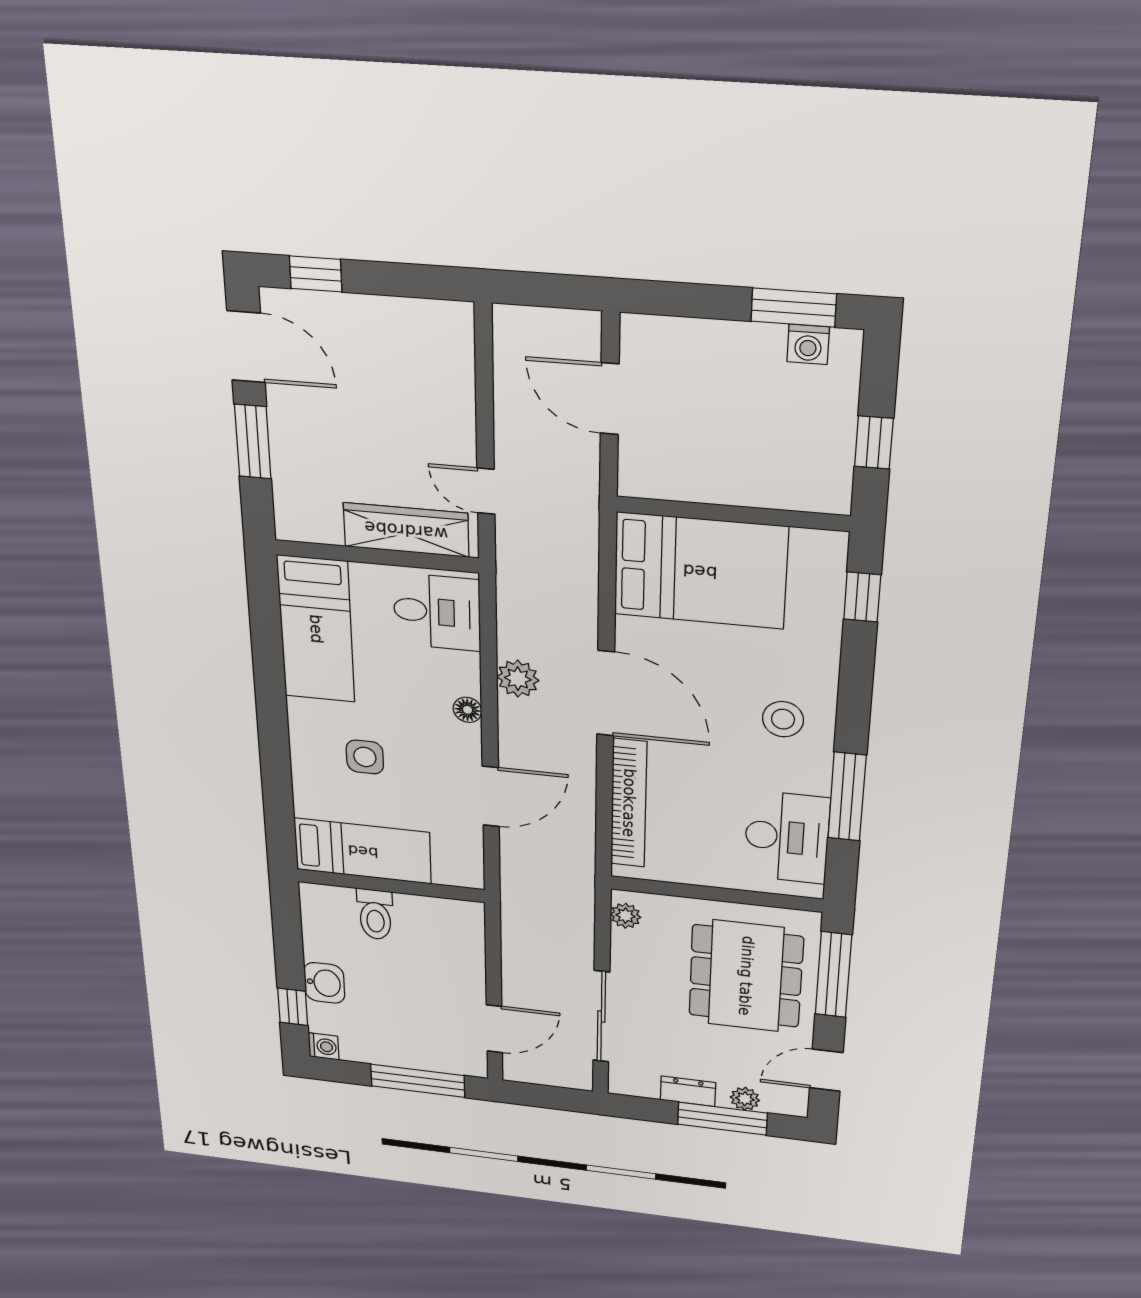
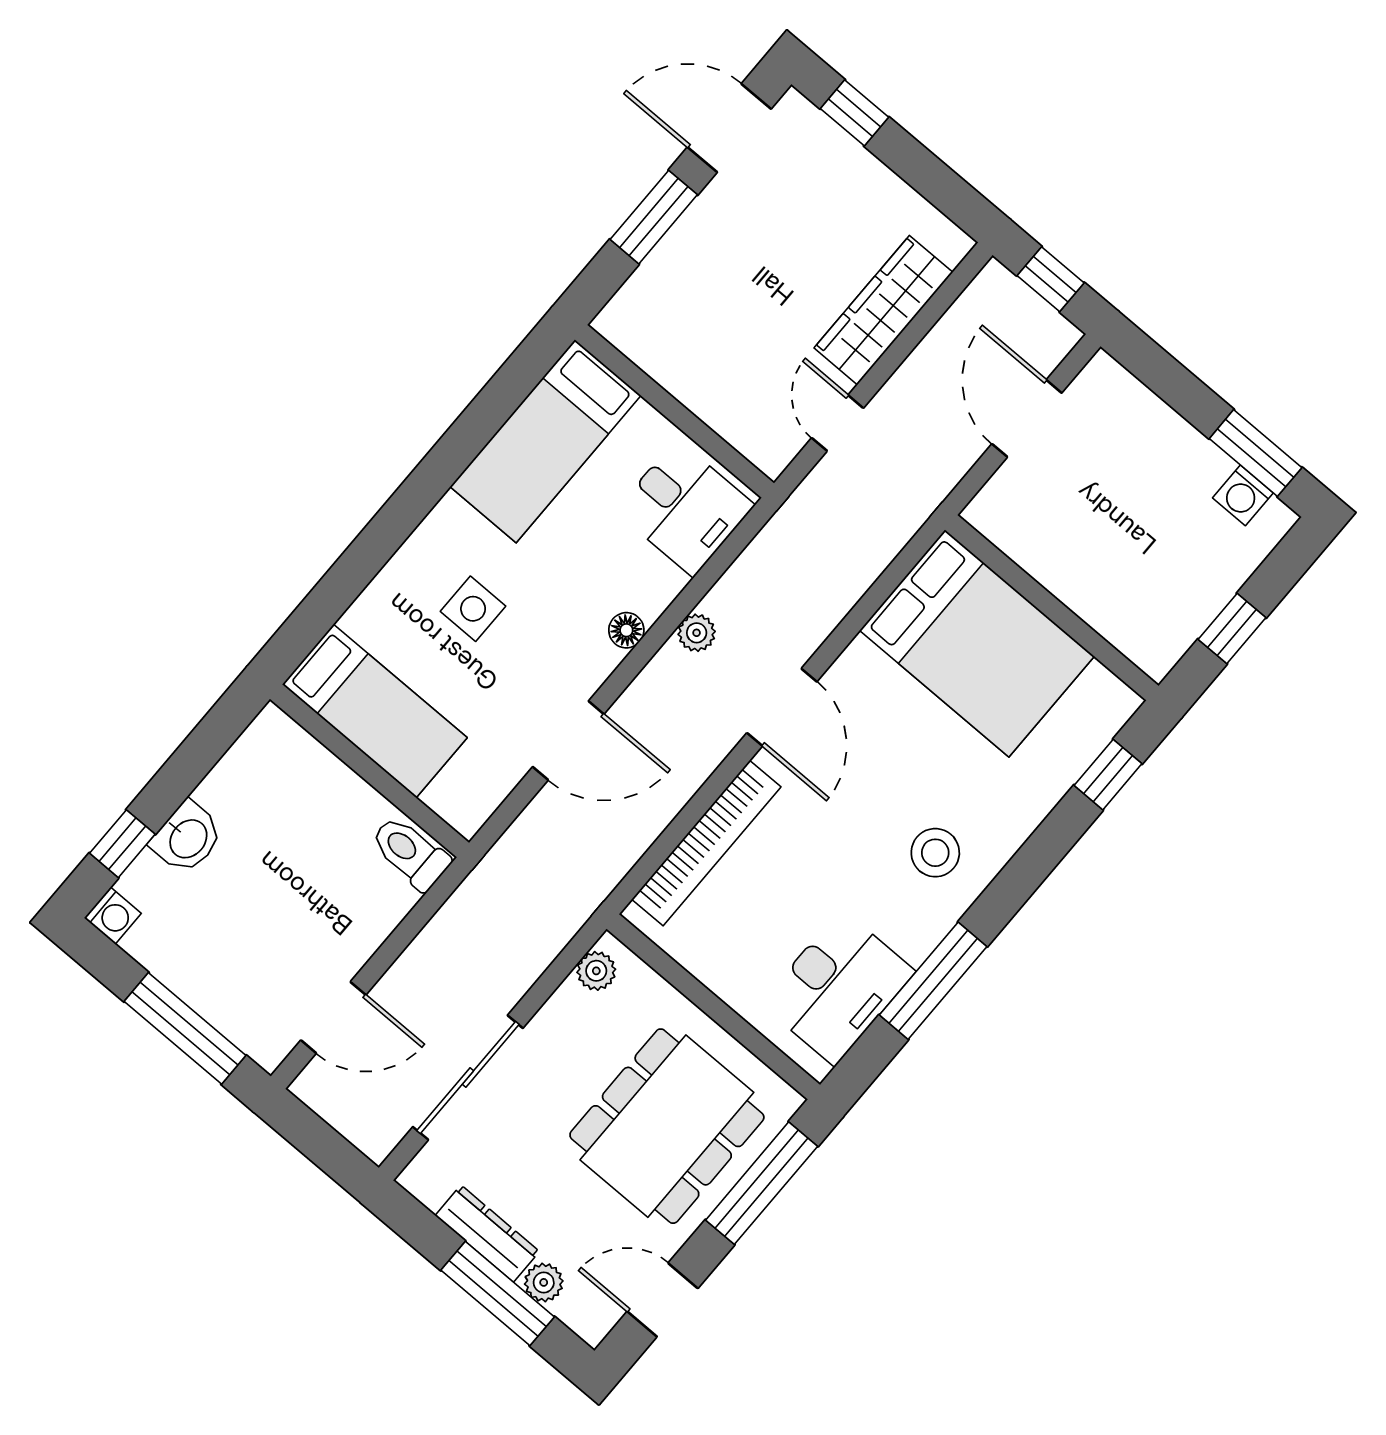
window: (545, 290) -> (1051, 279), added
door: (246, 347) -> (729, 128), swing flipped
wardrobe: (406, 530) -> (883, 310), moved, turned -90
plant: (518, 679) -> (697, 633), width x0.73, depth x0.73
door: (606, 693) -> (782, 707), width x0.73
toilet: (375, 914) -> (410, 853), moved, turned 90
dresser: (688, 1091) -> (487, 1234), width x1.44

